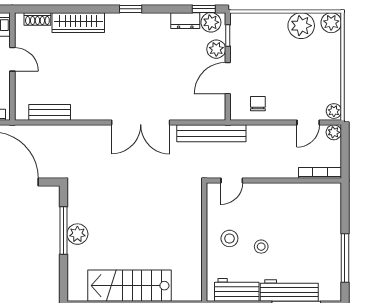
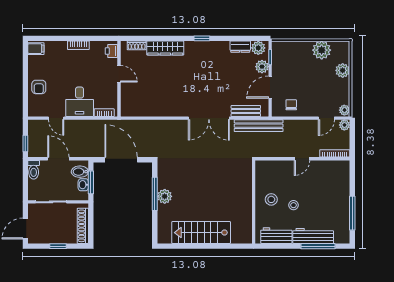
window: (204, 9) -> (253, 38), removed
plant: (331, 23) -> (343, 70), moved
bench: (50, 112) -> (246, 111), moved
door: (232, 180) -> (302, 159), moved

